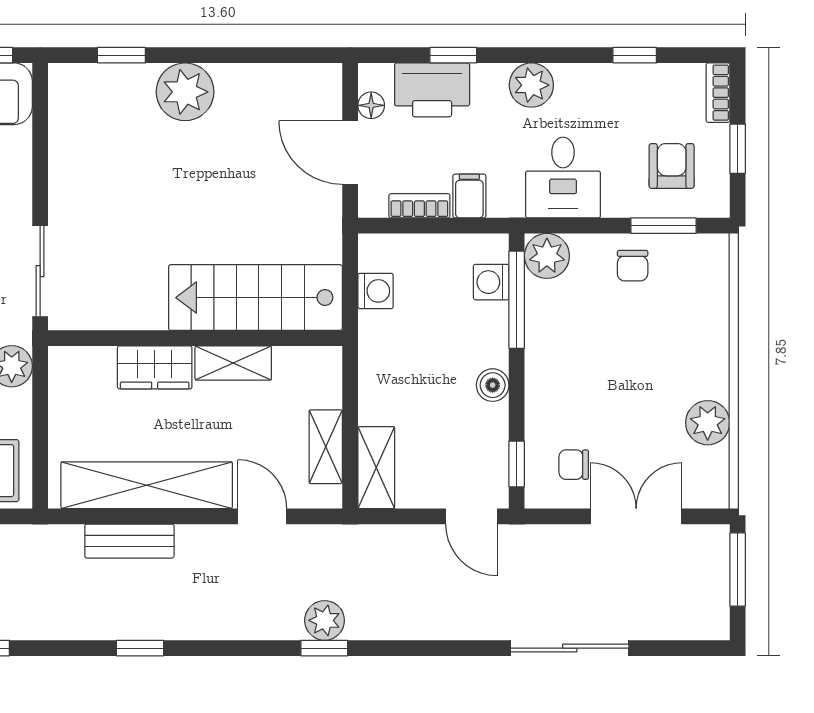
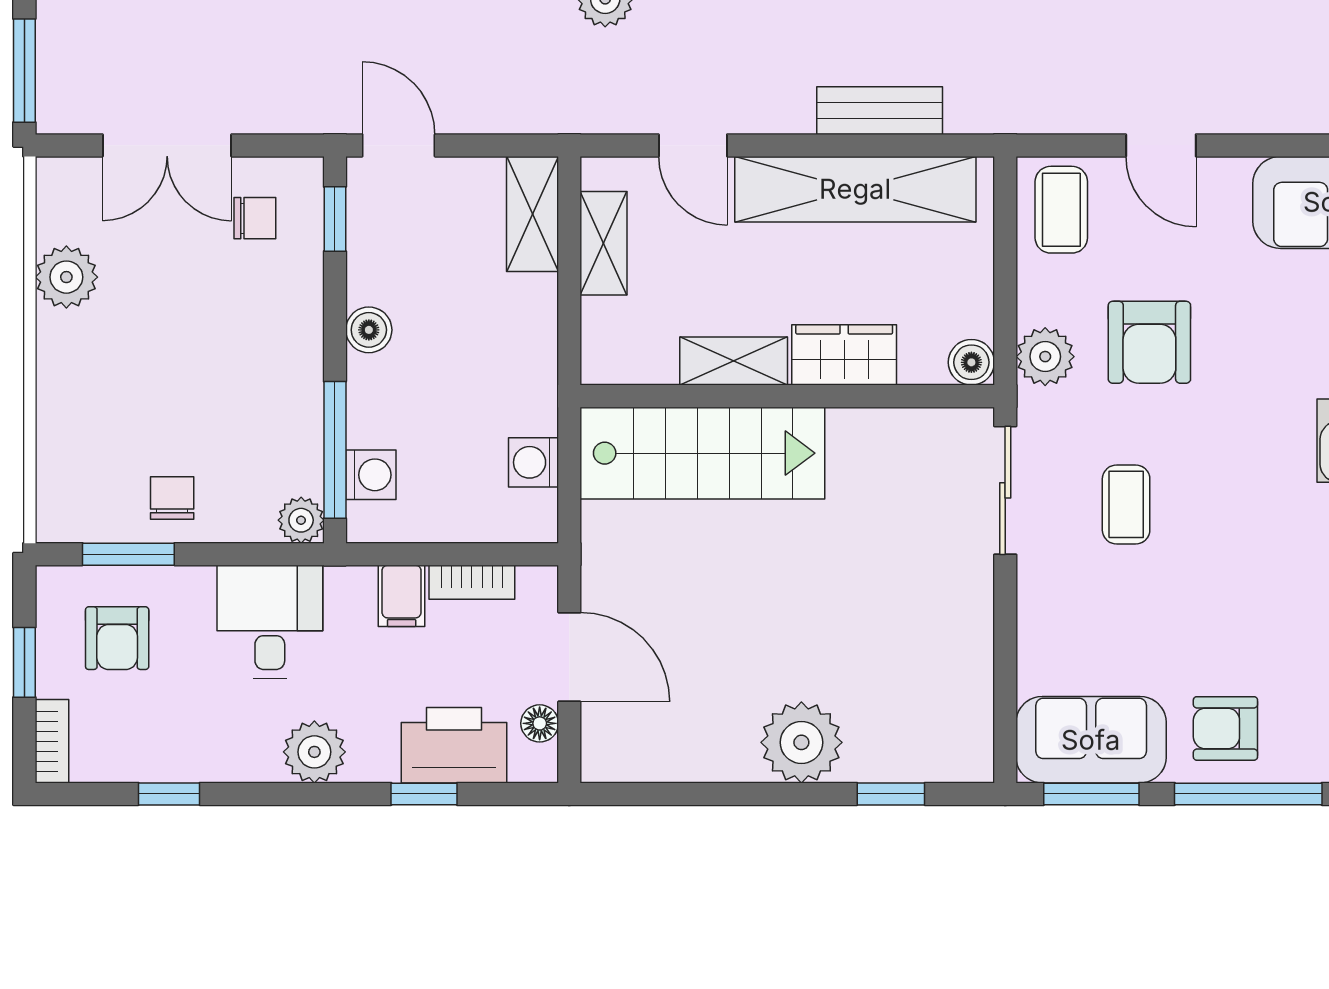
plant: (547, 256) -> (301, 520), width x0.73, depth x0.73
boiler: (64, 362) -> (971, 362), added

